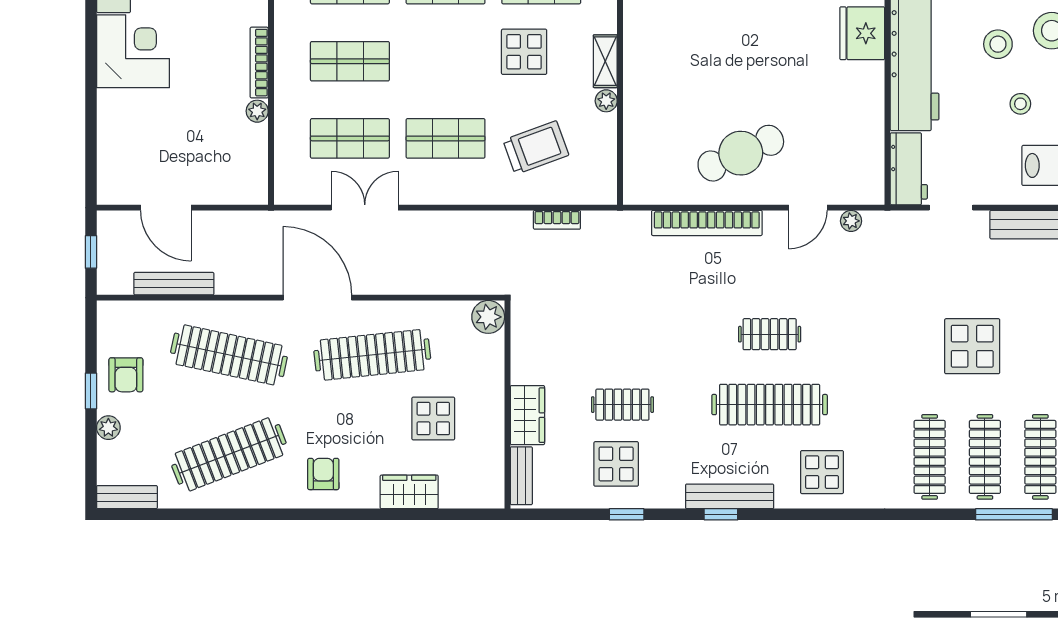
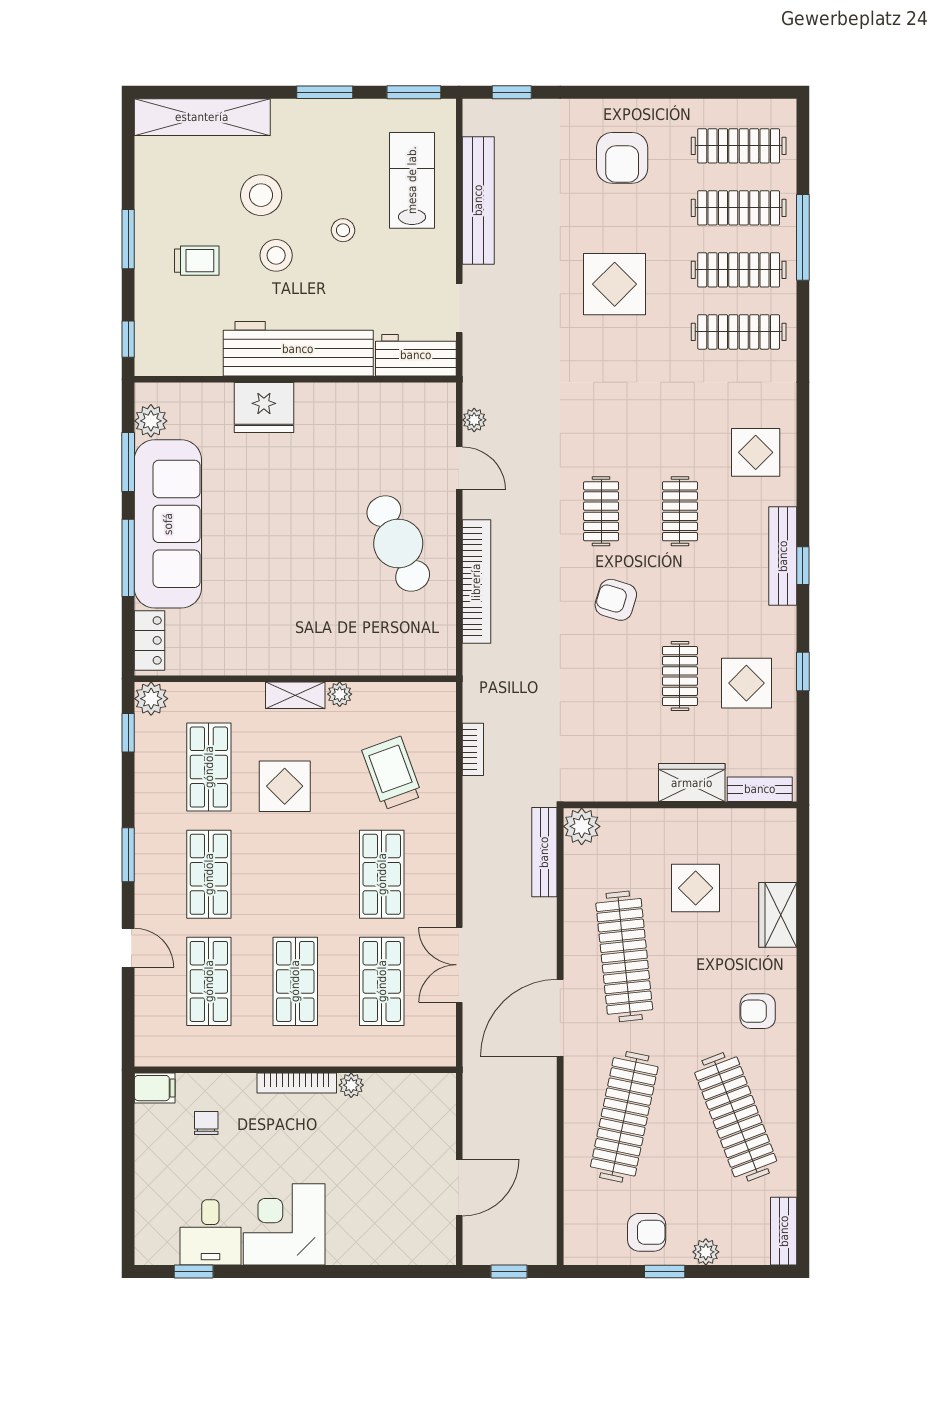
bench: (174, 284) -> (544, 852), moved
armchair: (691, 347) -> (616, 600), added
clothes rail: (770, 405) -> (680, 511), width x0.54, depth x0.76

